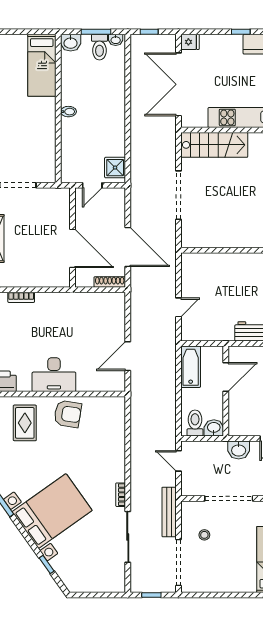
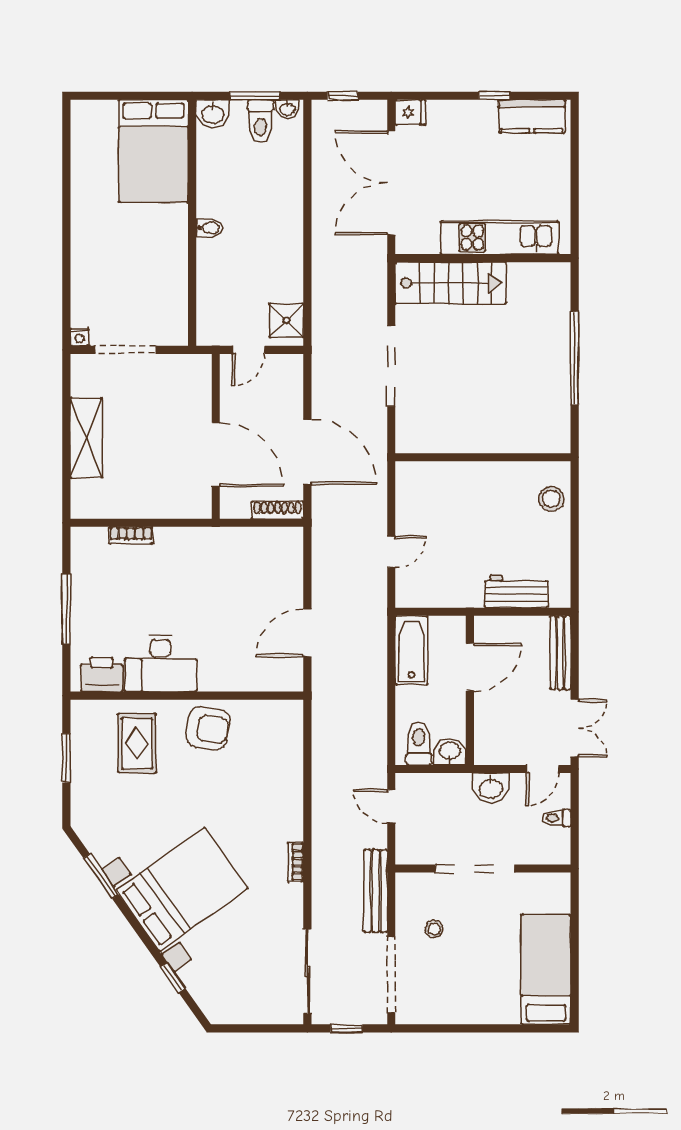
bed: (42, 65) -> (153, 151), width x1.50
desk: (54, 375) -> (161, 663), moved
sliding door: (128, 537) -> (307, 971), moved

